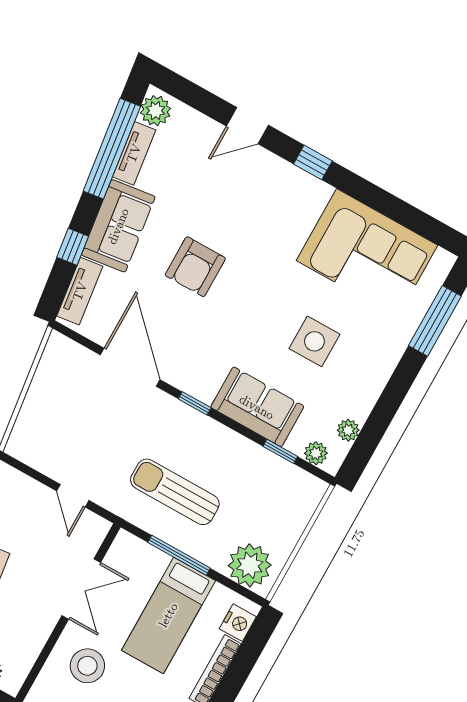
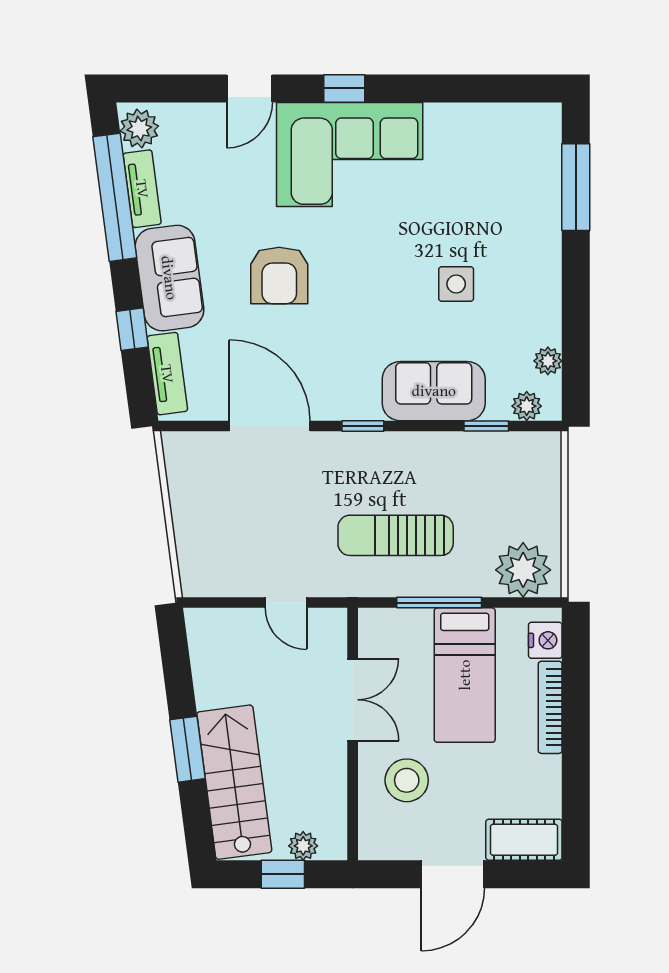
corner sofa: (367, 253) -> (350, 154), moved
side table: (314, 341) -> (456, 284), width x0.73, depth x0.73

